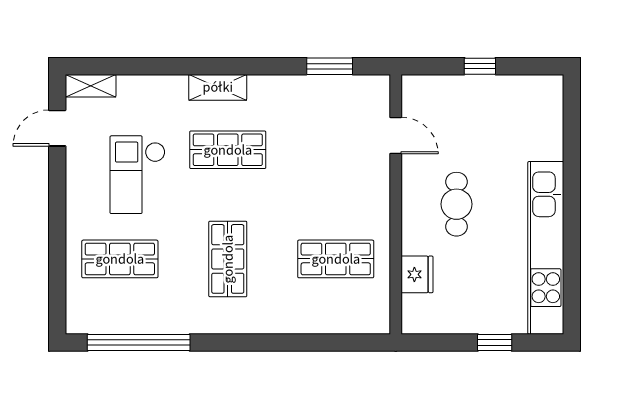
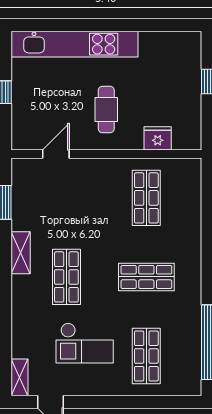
shelving: (218, 87) -> (21, 253), moved
cafe table: (456, 204) -> (106, 109), turned 90
kitchen unit: (546, 248) -> (74, 44), moved

